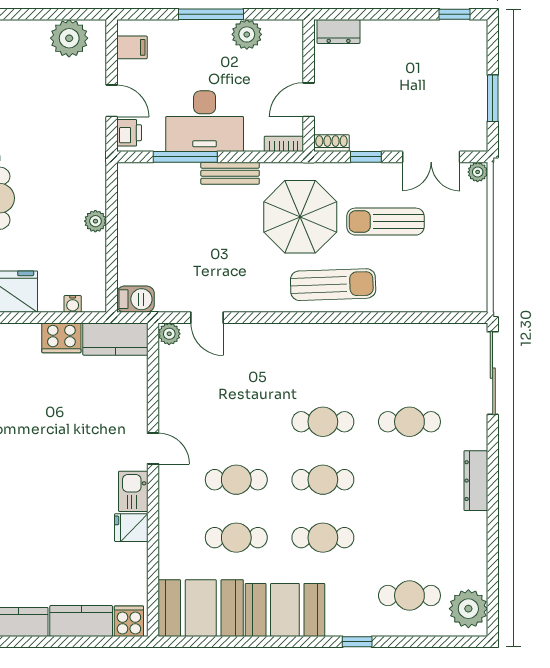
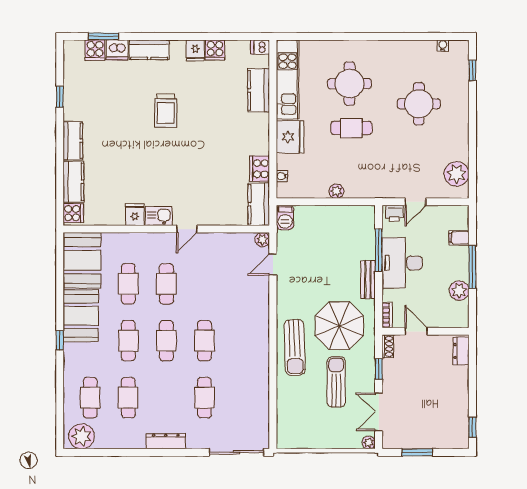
filing cabinet: (132, 47) -> (459, 238), moved, turned 90
cafe table: (409, 538) -> (128, 398), added
window: (357, 642) -> (60, 340), moved

